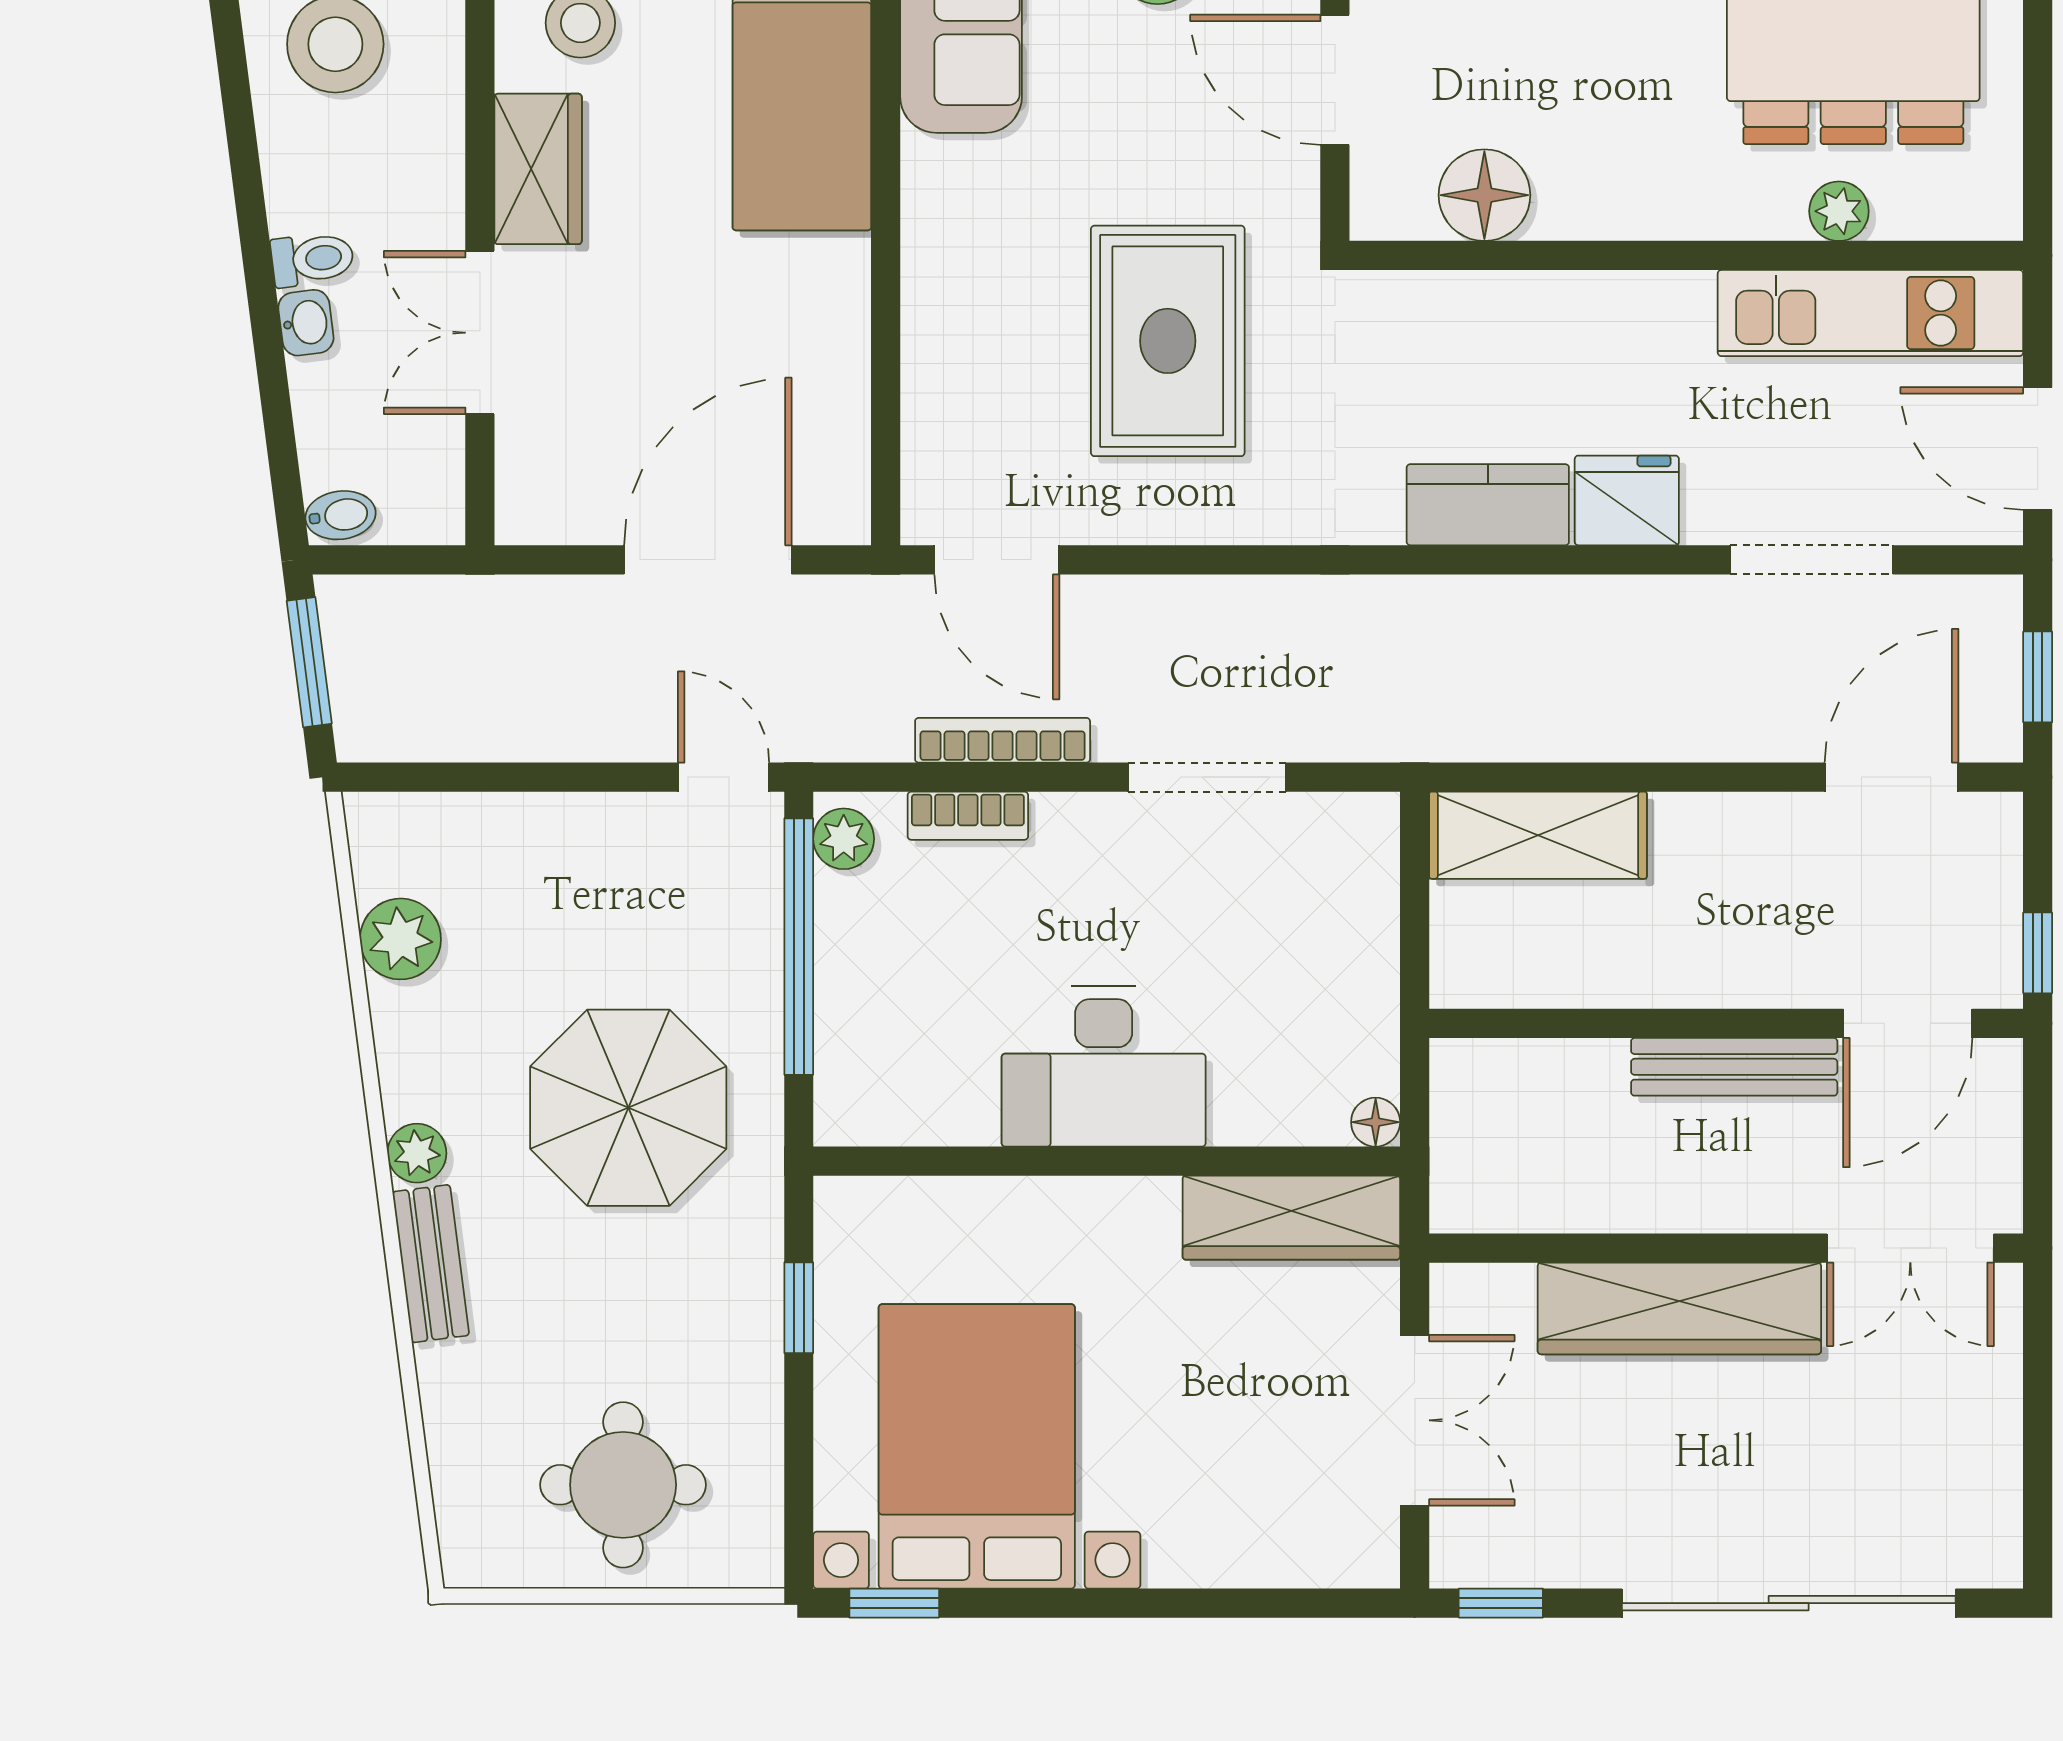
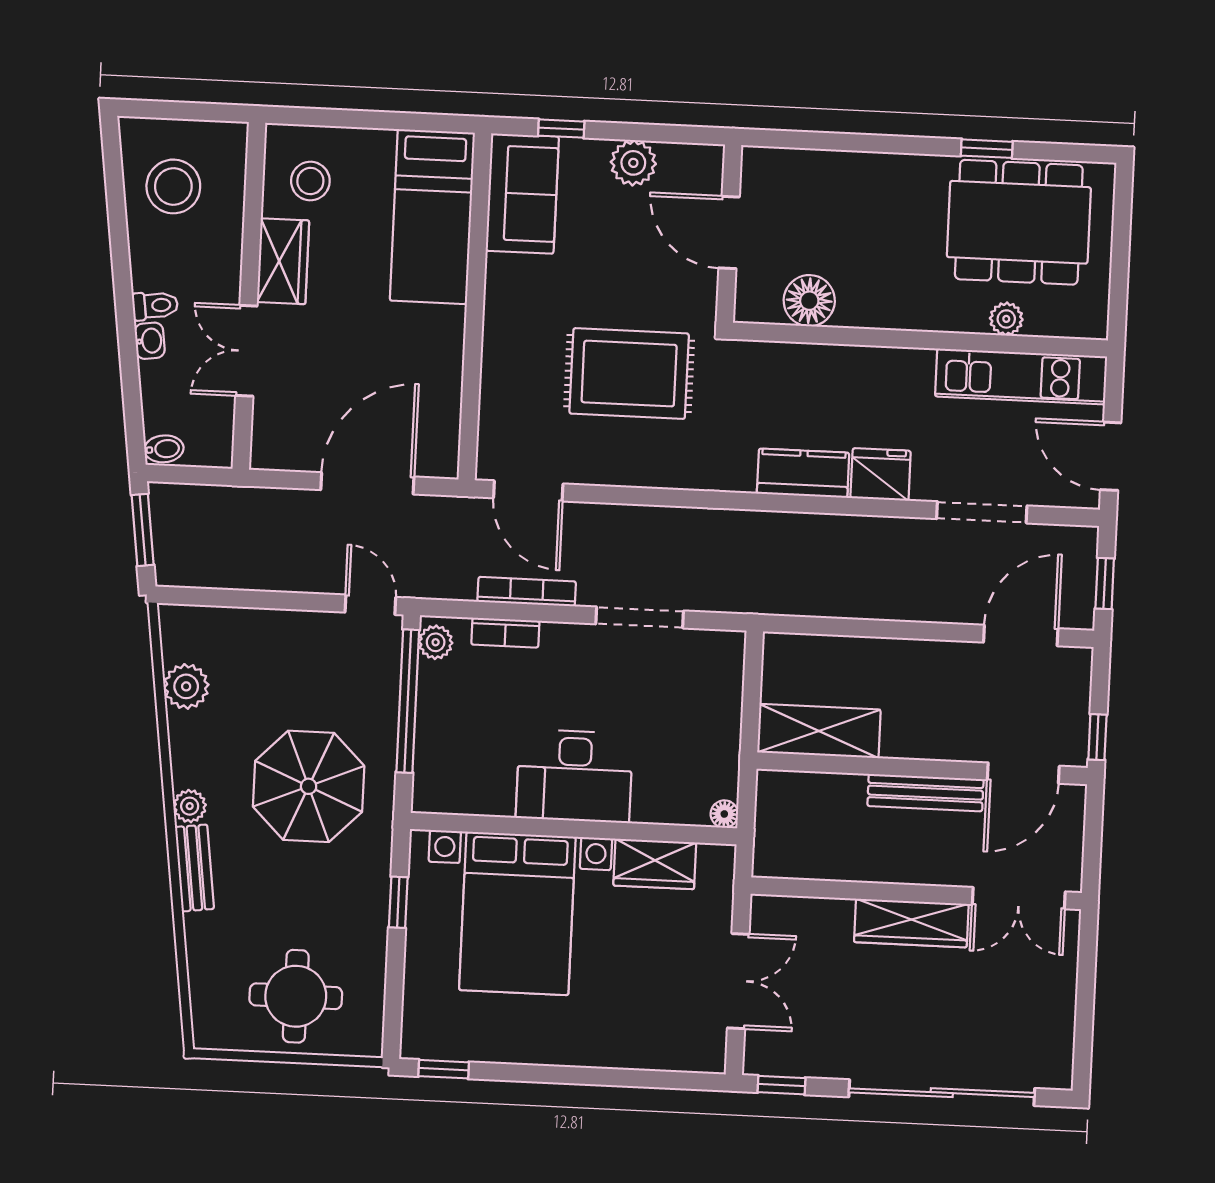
rug: (1168, 341) -> (629, 374), turned 90
shelving: (1538, 835) -> (819, 731), moved
wardrobe: (1291, 1218) -> (655, 864), width x0.67
wardrobe: (1679, 1308) -> (911, 923), width x0.71, depth x0.85
bed with nightstands: (977, 1446) -> (517, 913), moved, turned 180

